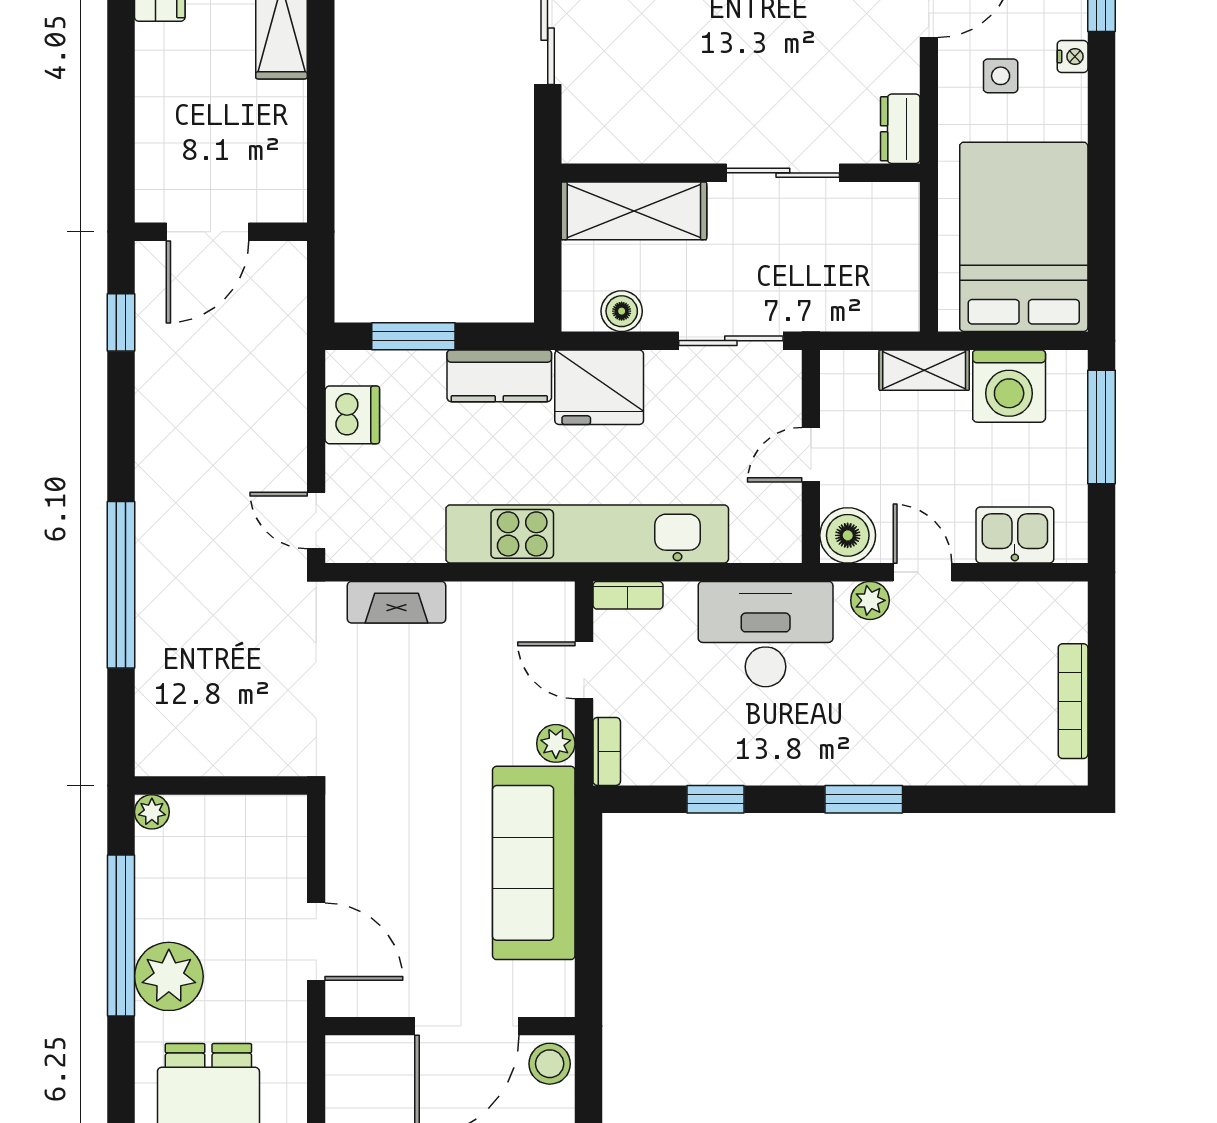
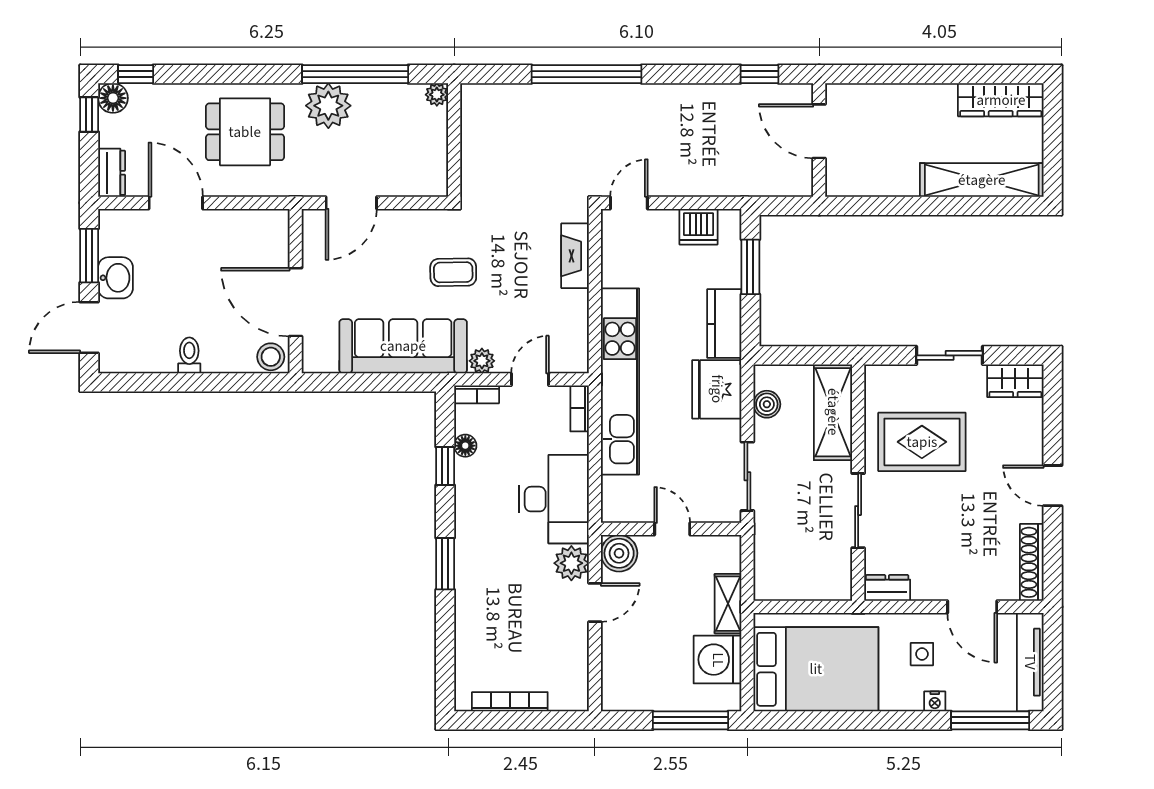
rug: (679, 76) -> (922, 442), added
kitchen sink: (1015, 535) -> (619, 663), removed
plant: (870, 600) -> (571, 563), width x1.38, depth x1.38
floor lamp: (685, 769) -> (465, 446), added
coffee table: (421, 787) -> (453, 272), added

